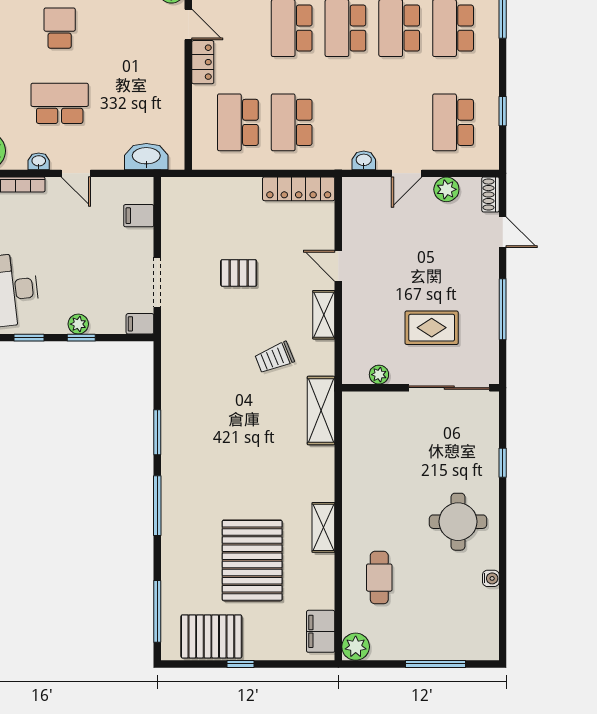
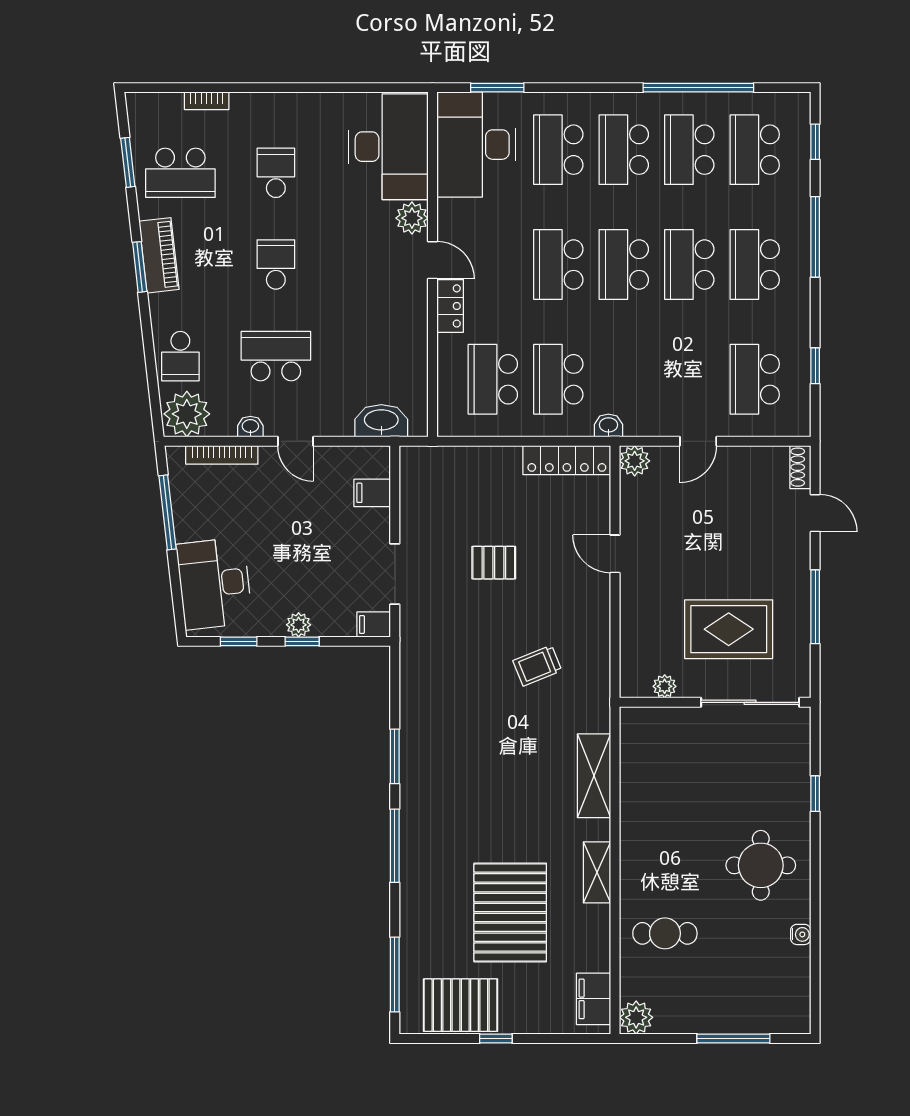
washbasin: (364, 160) -> (608, 426), moved
plant: (446, 189) -> (635, 461), moved
shelving: (324, 315) -> (597, 614), removed
rug: (432, 328) -> (729, 629), width x1.36, depth x1.43
shelving: (321, 411) -> (594, 776), moved
cafe table: (379, 578) -> (665, 933), turned 90

